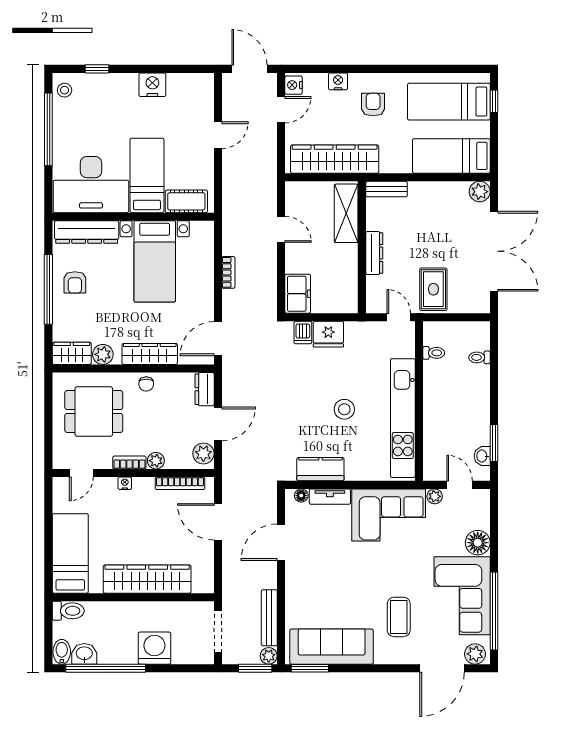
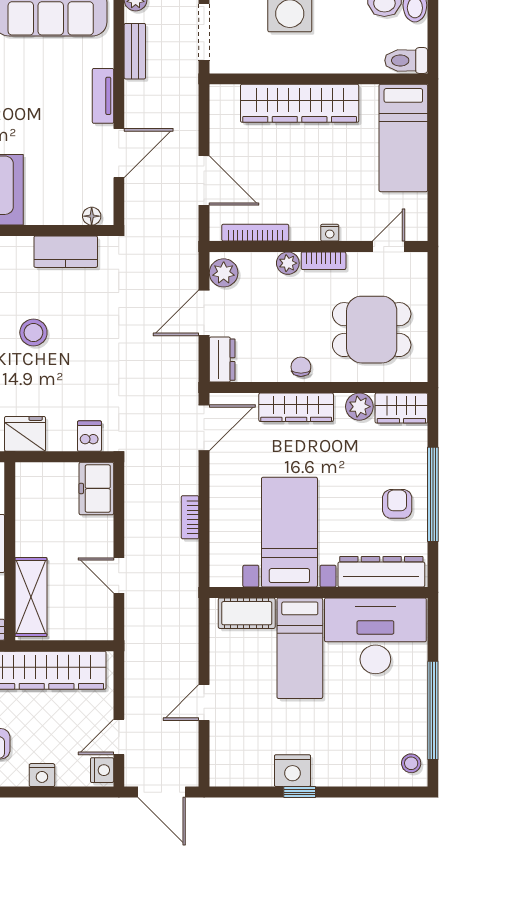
window: (97, 69) -> (300, 792), moved
fridge: (328, 334) -> (25, 434), moved
tv unit: (330, 497) -> (103, 96), moved, turned -90
bench: (269, 618) -> (135, 51), width x0.73

